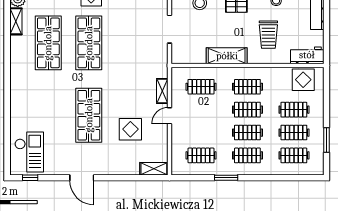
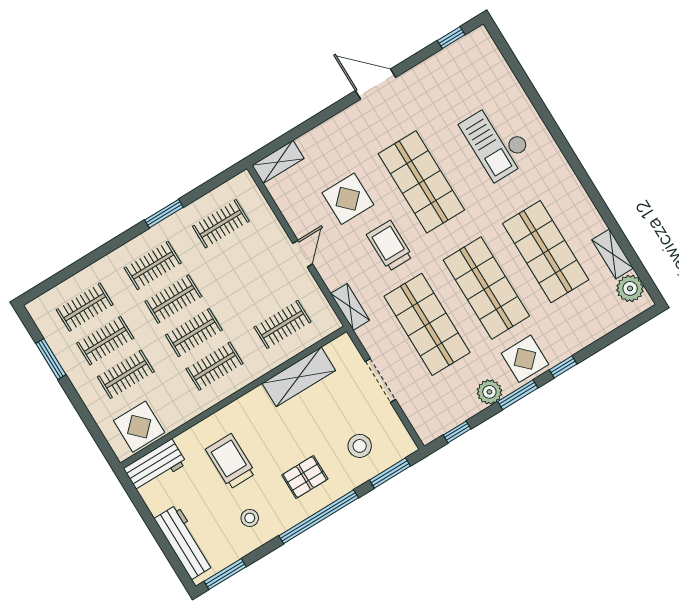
shop shelf: (129, 43) -> (427, 324), added
shelving: (227, 56) -> (299, 377), moved
shelving: (162, 91) -> (350, 307), moved
trolley: (124, 93) -> (390, 246), added
checkout: (29, 152) -> (497, 141), moved

